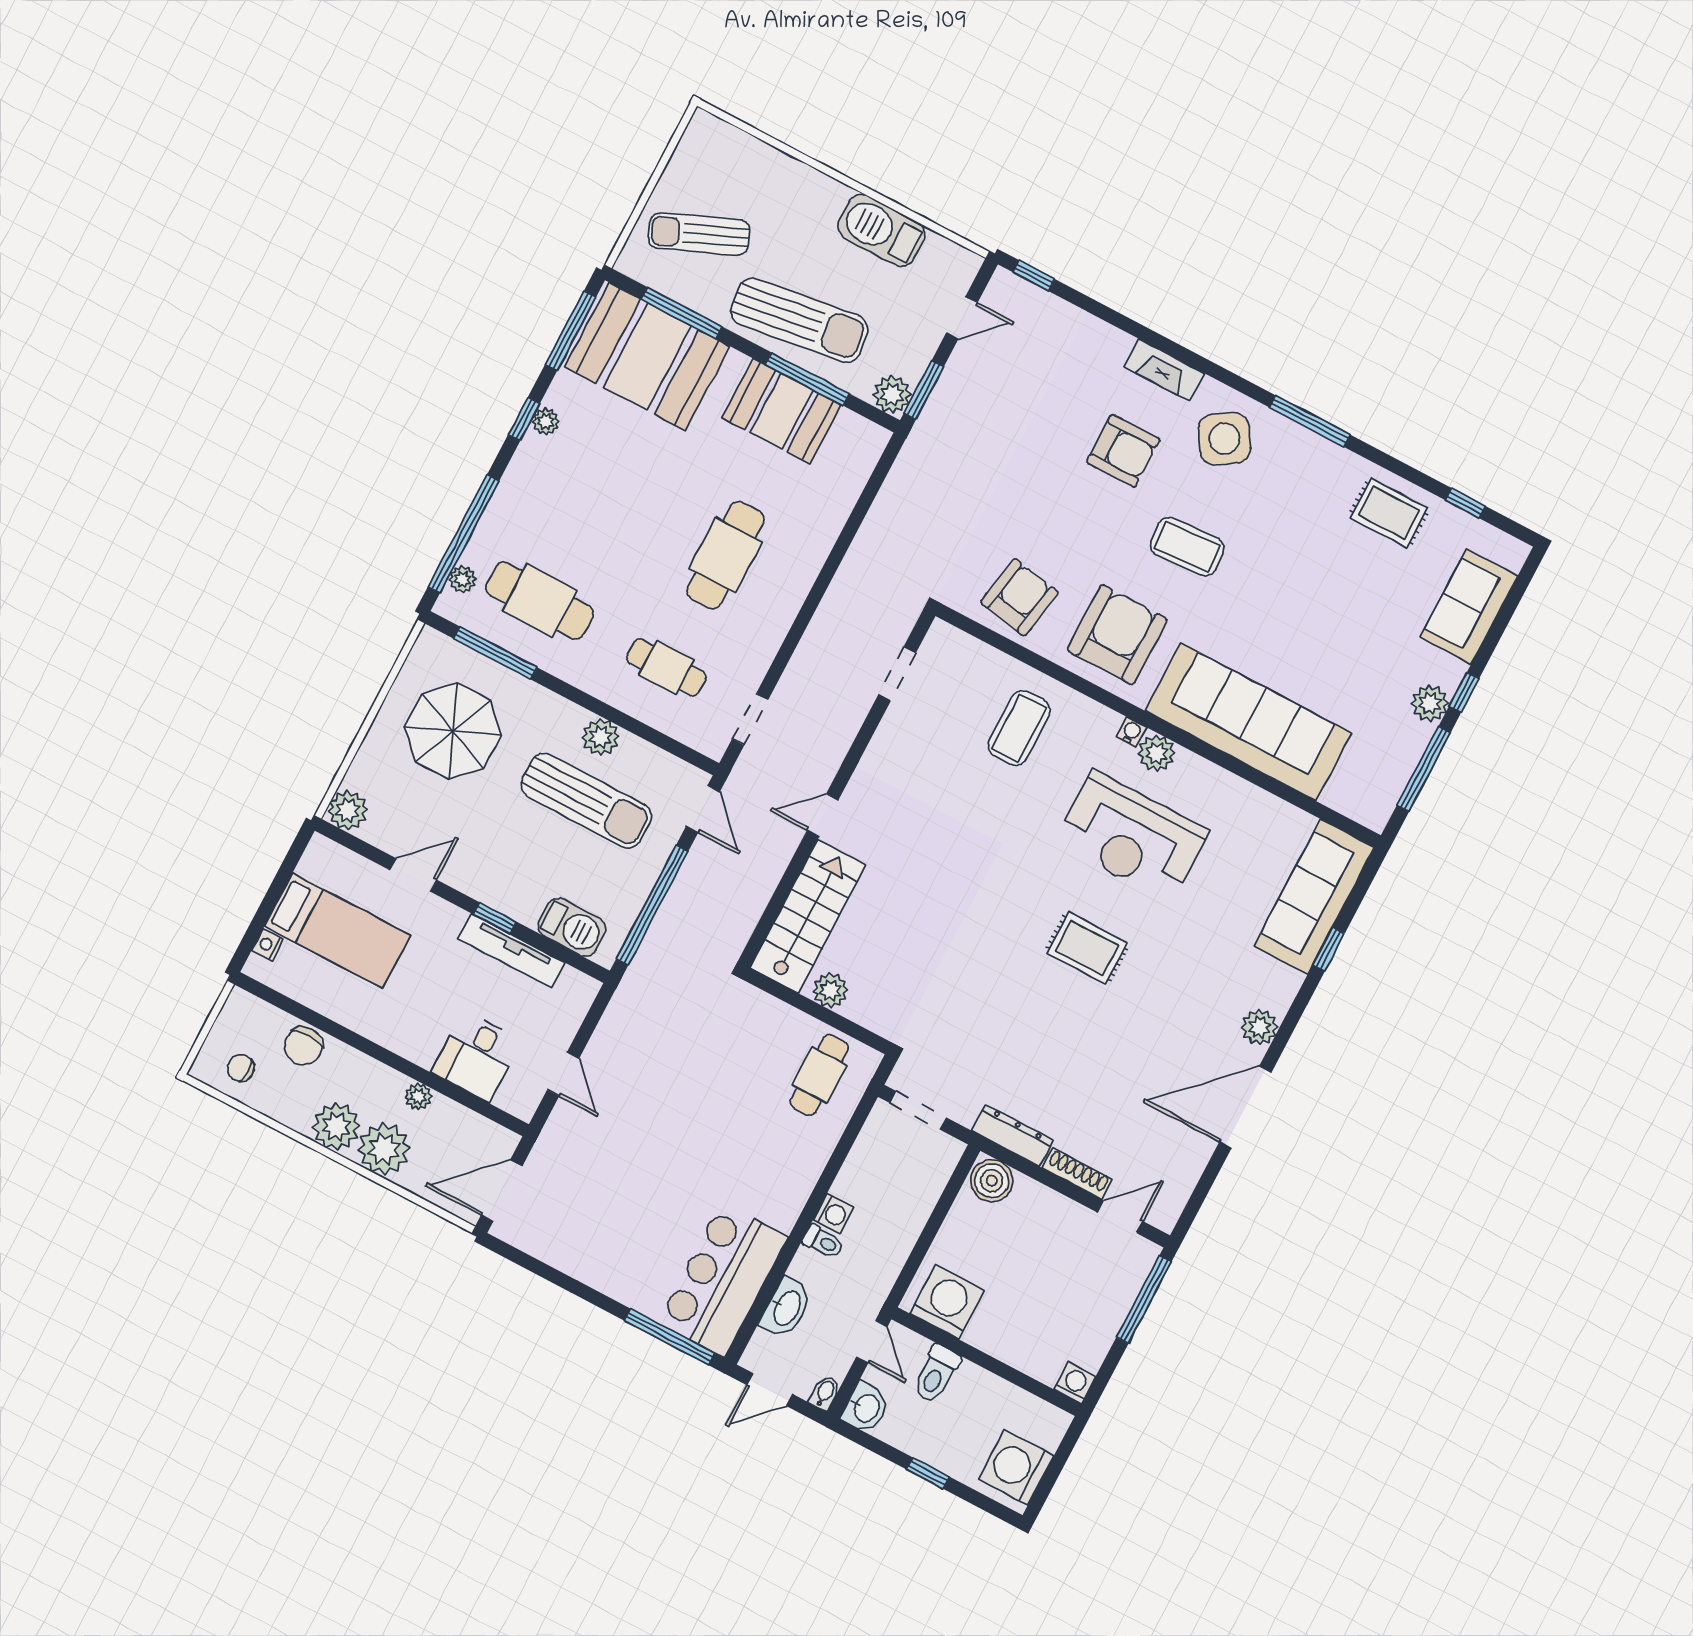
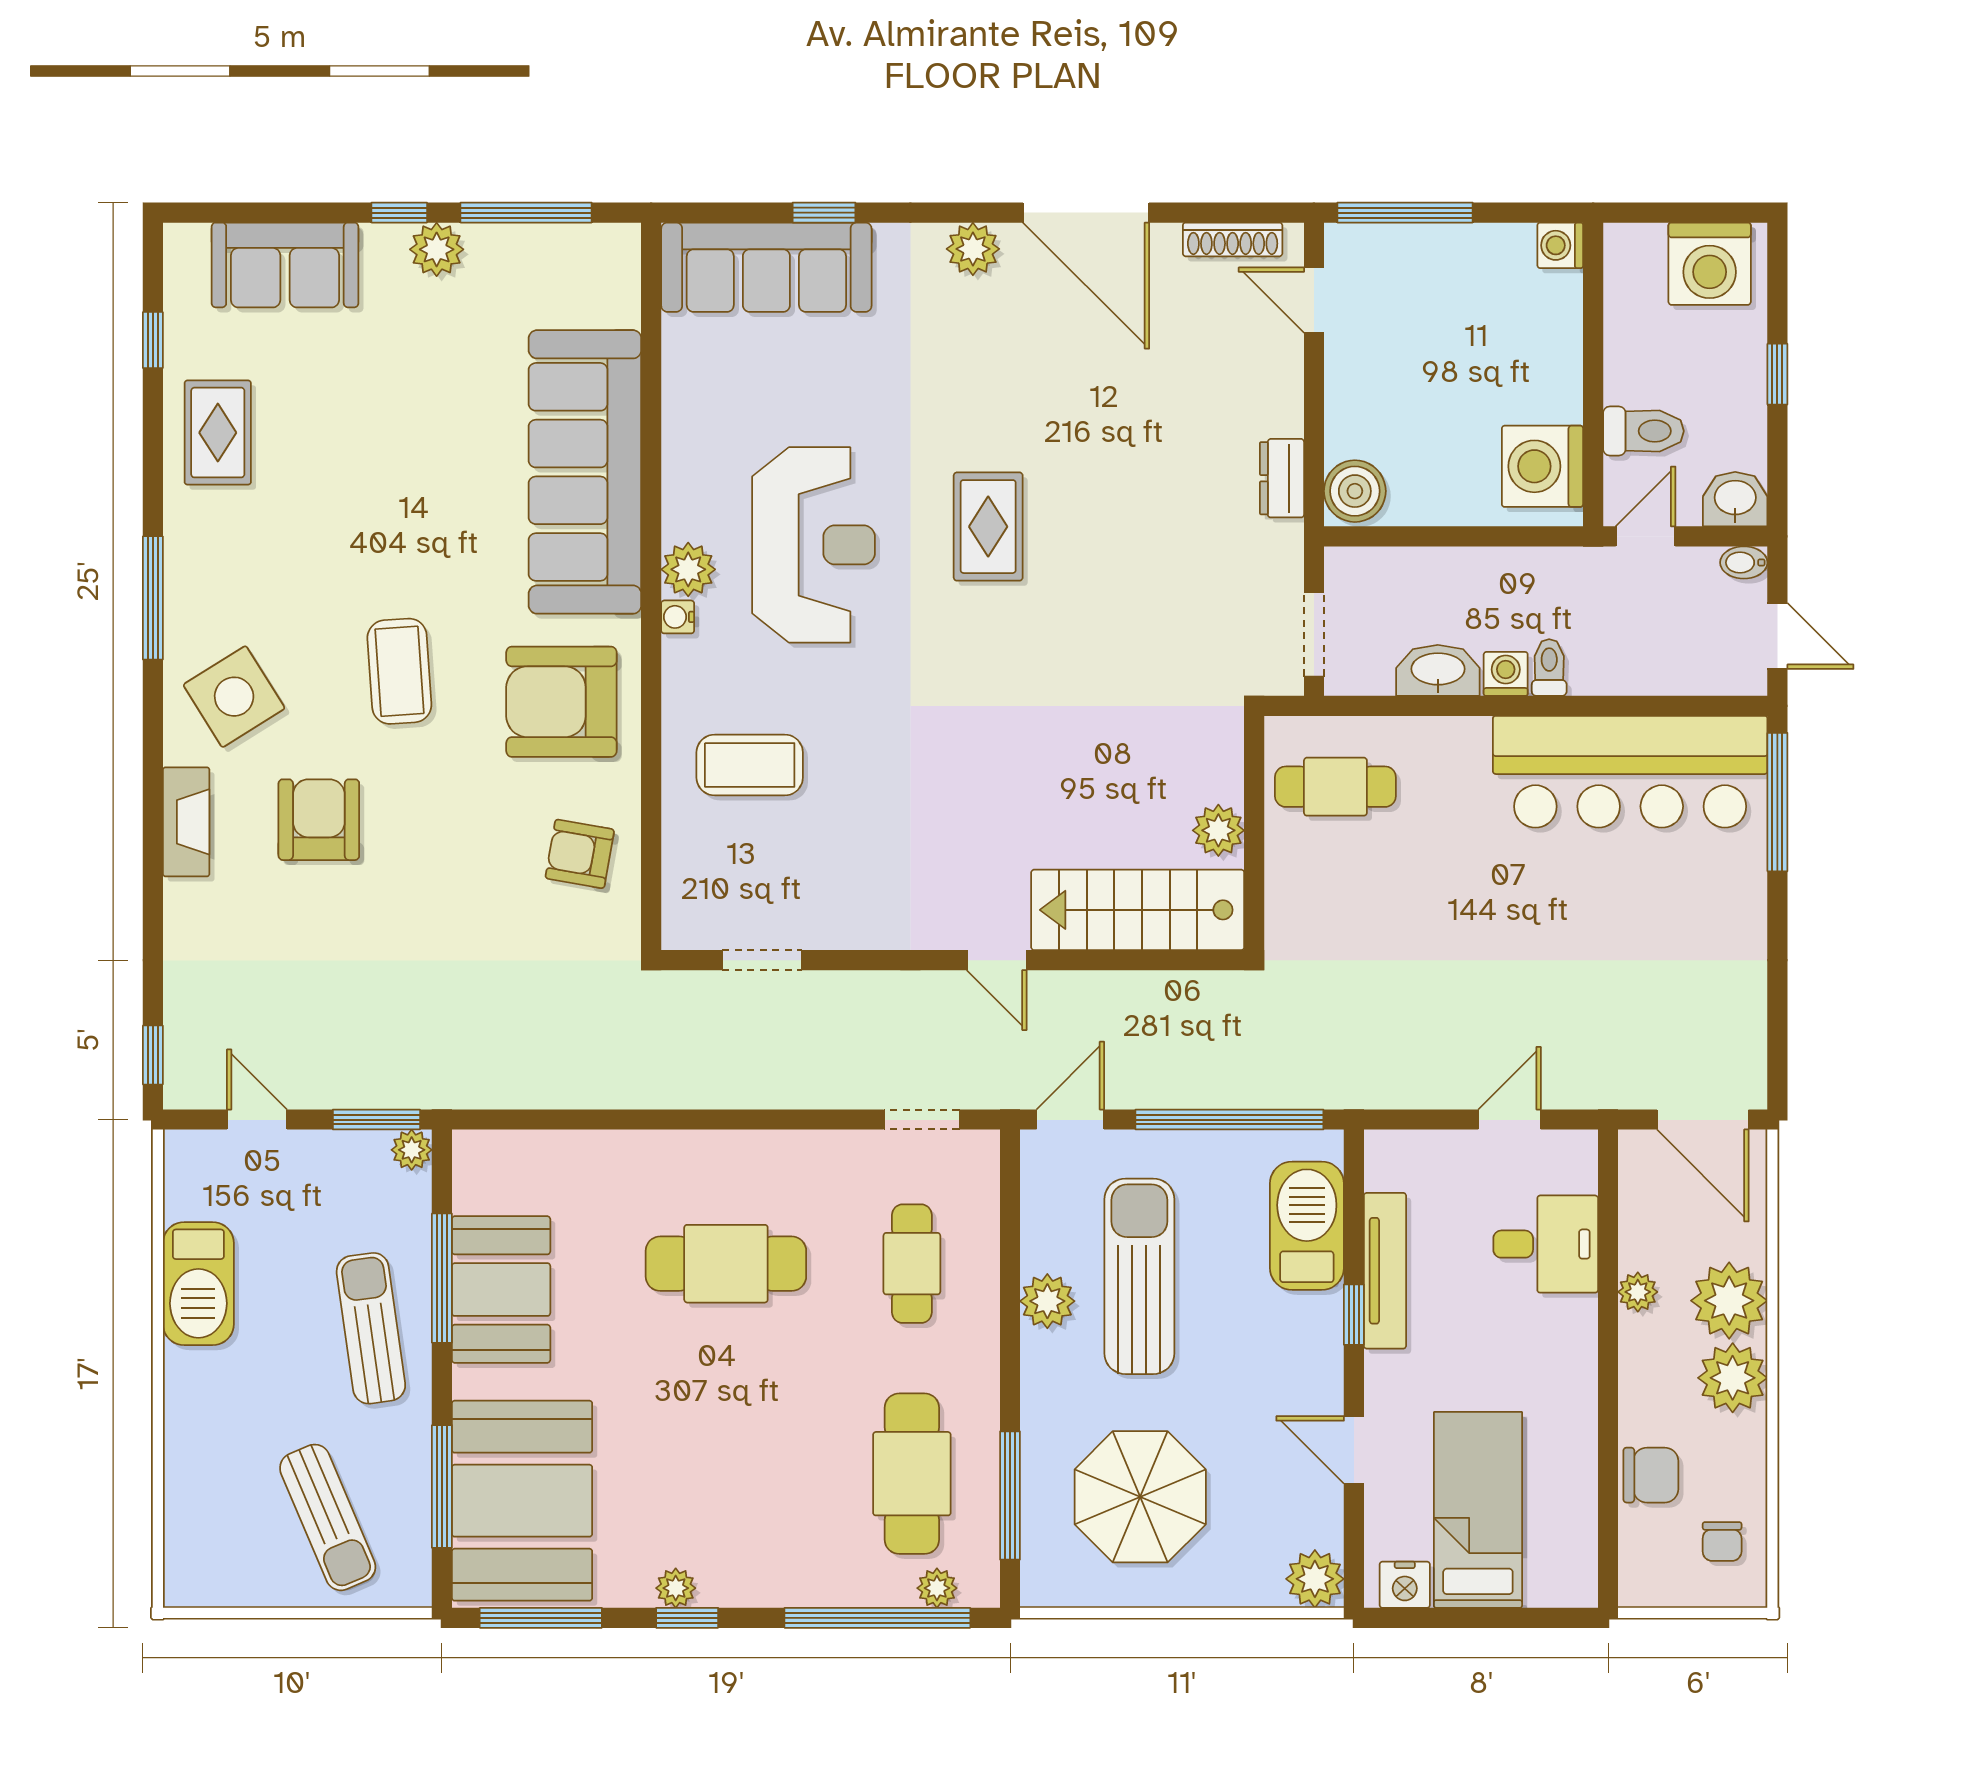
sun lounger: (800, 320) -> (371, 1328), width x0.73, depth x0.75
plant: (892, 395) -> (412, 1150), width x0.73, depth x0.73
armchair: (1019, 597) -> (580, 854), width x0.72, depth x0.72
barbecue: (572, 927) -> (1307, 1226), width x1.37, depth x1.21
nightstand: (268, 945) -> (1405, 1585), moved, width x1.39, depth x1.35
dresser: (1012, 1135) -> (1282, 478), width x0.70
shoe rack: (1077, 1173) -> (1233, 239), moved, turned -90
bar counter: (723, 1280) -> (1630, 772), width x1.36
washbasin: (786, 1308) -> (1438, 670), moved

